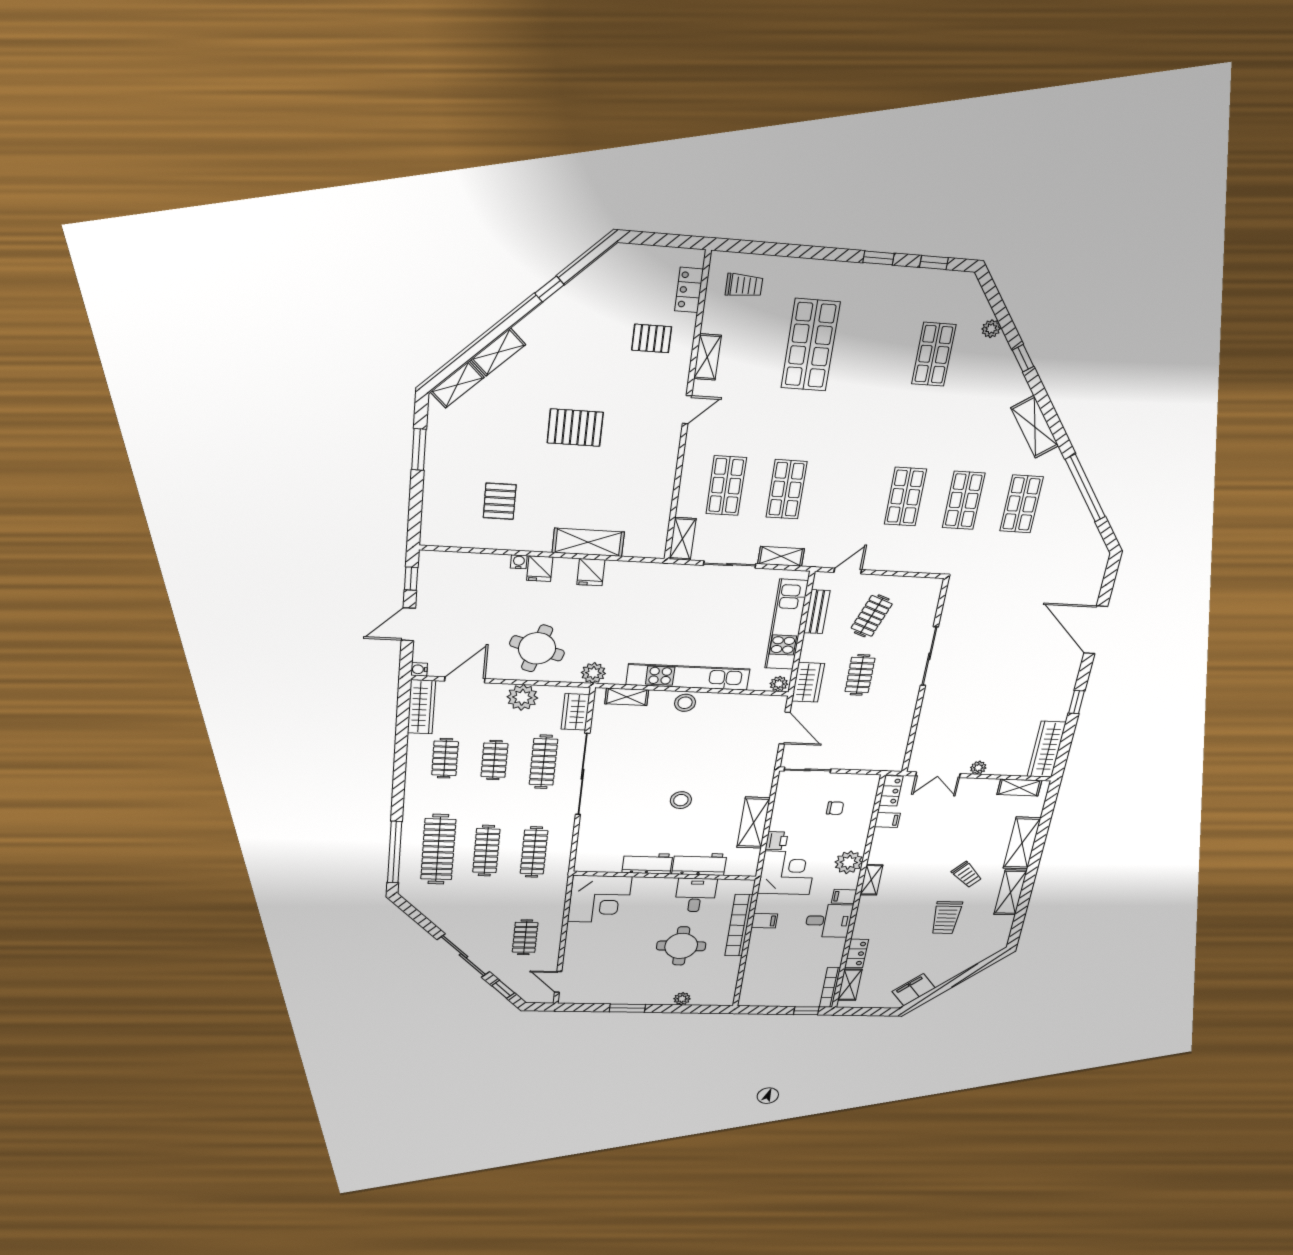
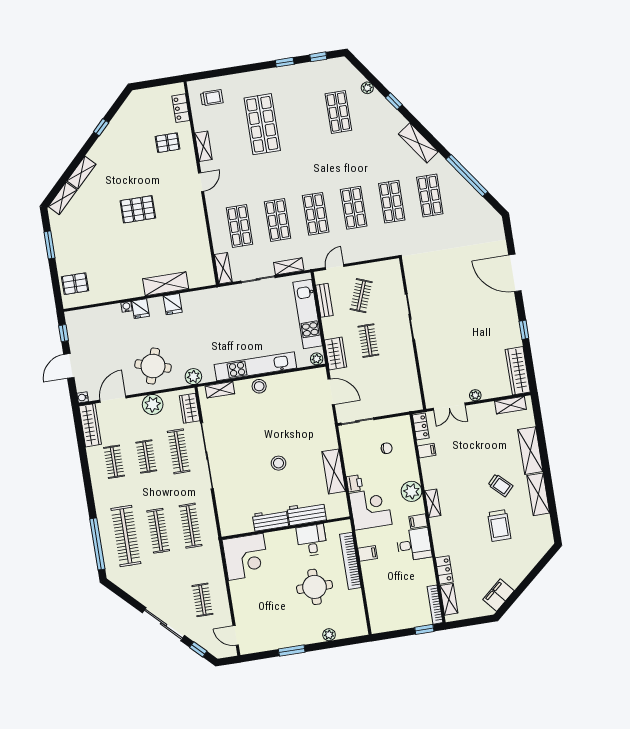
shop shelf: (846, 493) -> (316, 214), added
pallet: (500, 501) -> (75, 284), moved, turned 90

